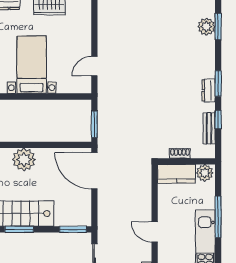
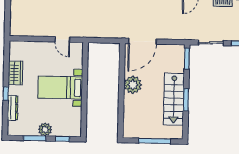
window: (94, 124) -> (107, 40), removed
plant: (24, 159) -> (133, 85), moved

